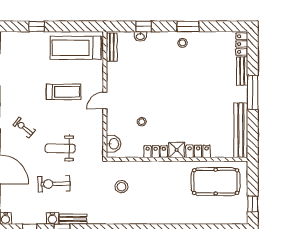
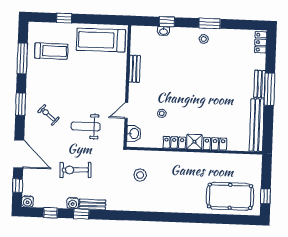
bench: (112, 47) -> (135, 69), moved
bench: (242, 71) -> (260, 84), moved
treadmill: (64, 92) -> (51, 51), moved
door: (105, 101) -> (126, 110), moved
weight bench: (60, 148) -> (86, 126), moved
pool table: (216, 182) -> (230, 196), moved

